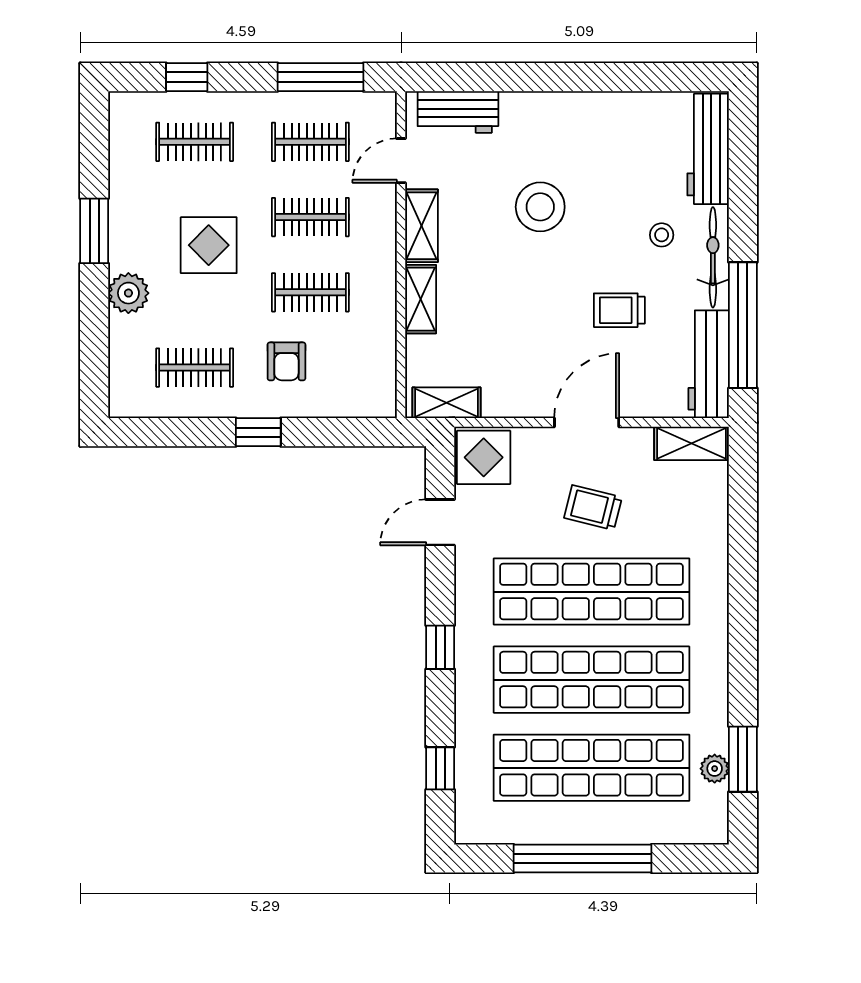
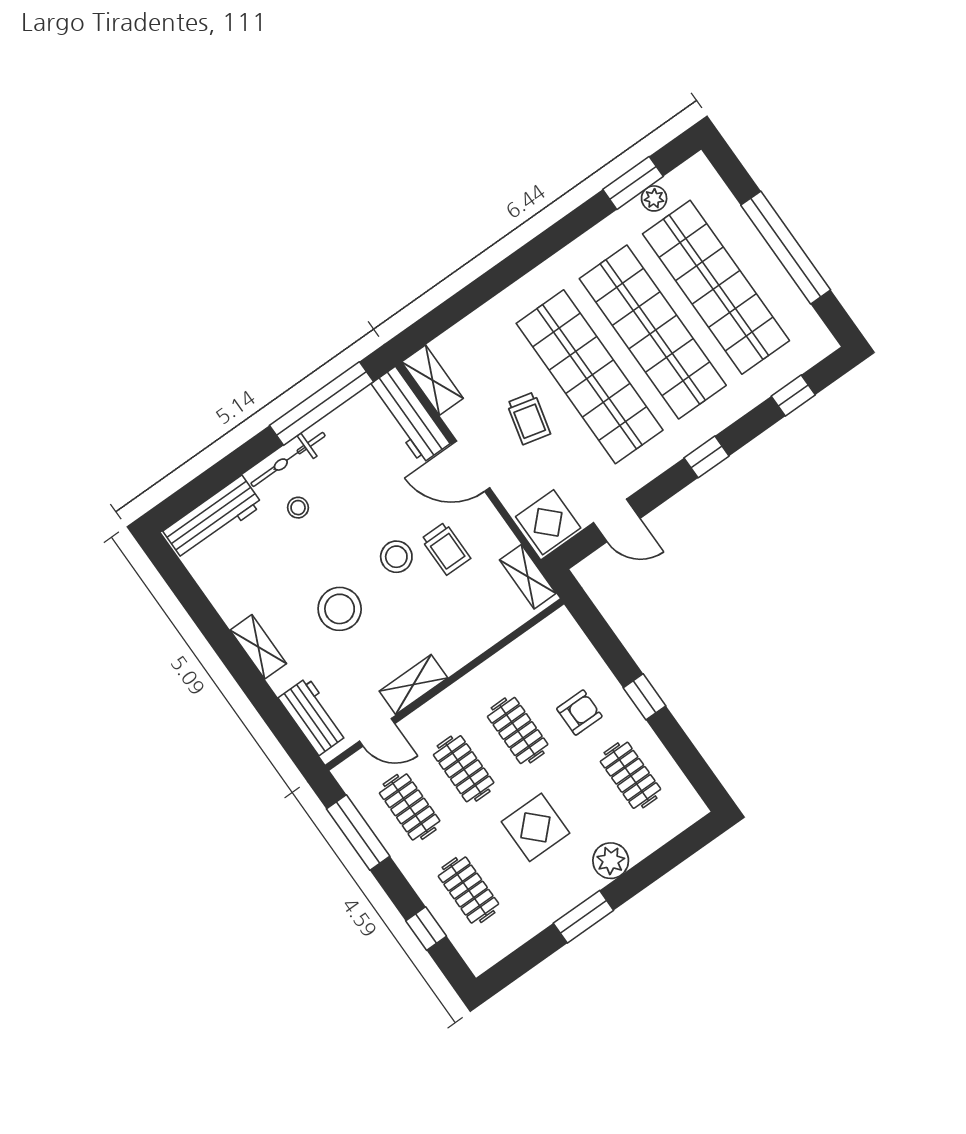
stool: (551, 294) -> (396, 557), added
shelving: (421, 299) -> (258, 647), moved, turned 90
trolley: (619, 310) -> (446, 549), moved
workbench: (709, 364) -> (408, 415), moved, turned 90

